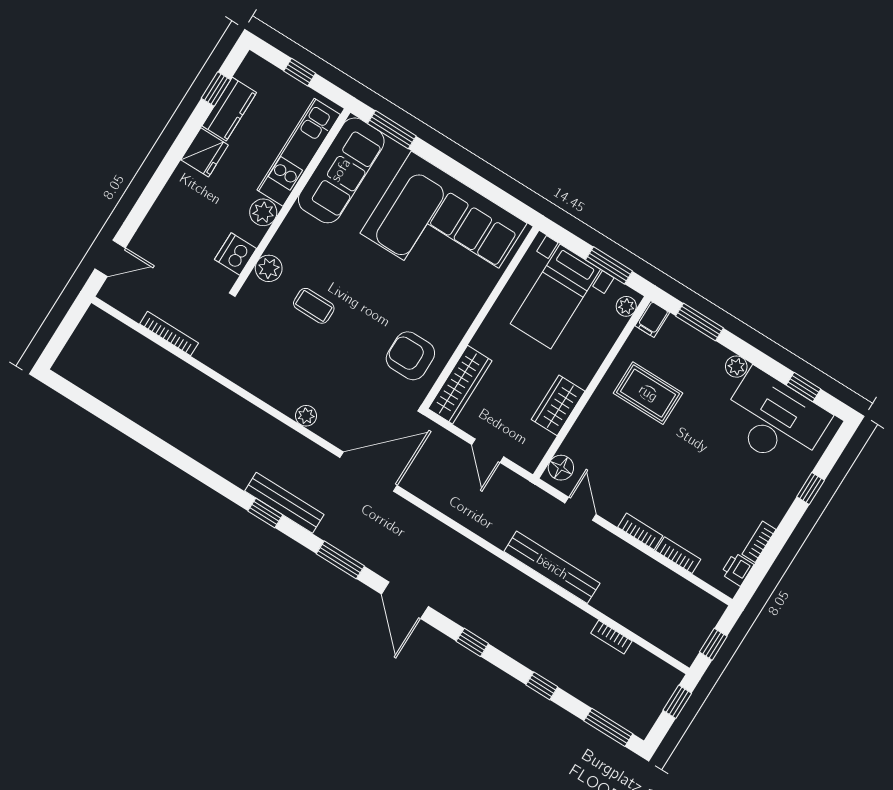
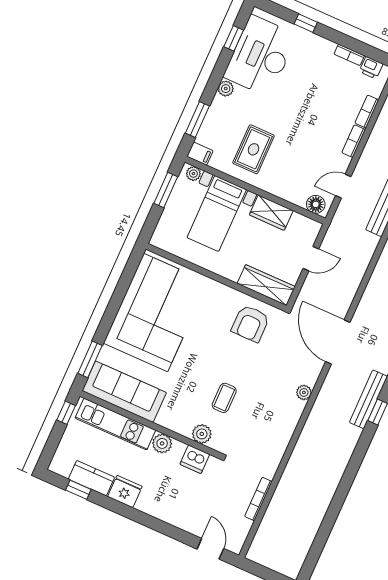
window: (300, 72) -> (66, 413), moved
bed with nightstands: (555, 297) -> (217, 213), moved, turned 90

